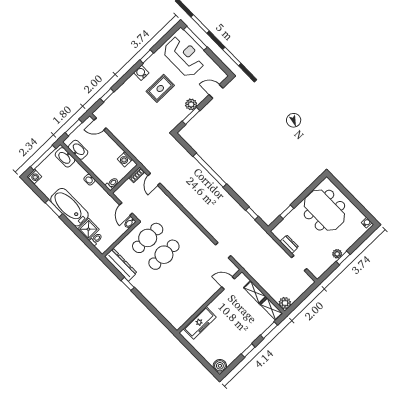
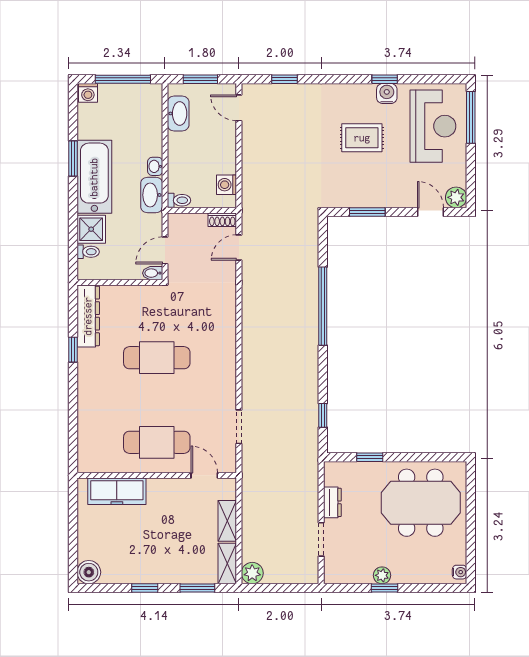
water cooler: (141, 73) -> (387, 94), moved
plant: (191, 104) -> (456, 197), moved
washbasin: (65, 157) -> (152, 195), moved
meeting table: (324, 210) -> (421, 503), turned 90
cafe table: (148, 238) -> (157, 442), moved

